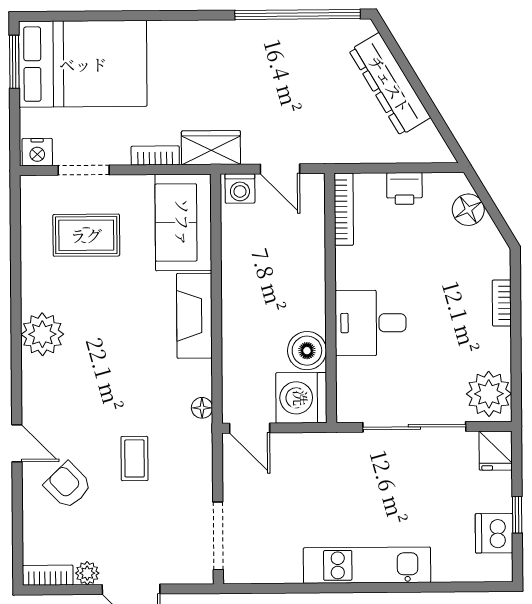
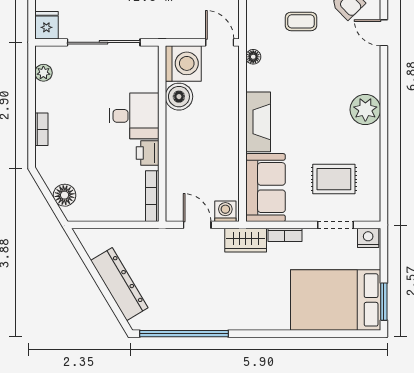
printer: (404, 189) -> (148, 153), moved, turned -90
plant: (489, 394) -> (43, 73), width x0.53, depth x0.53
coffee table: (135, 458) -> (301, 21), turned 90

